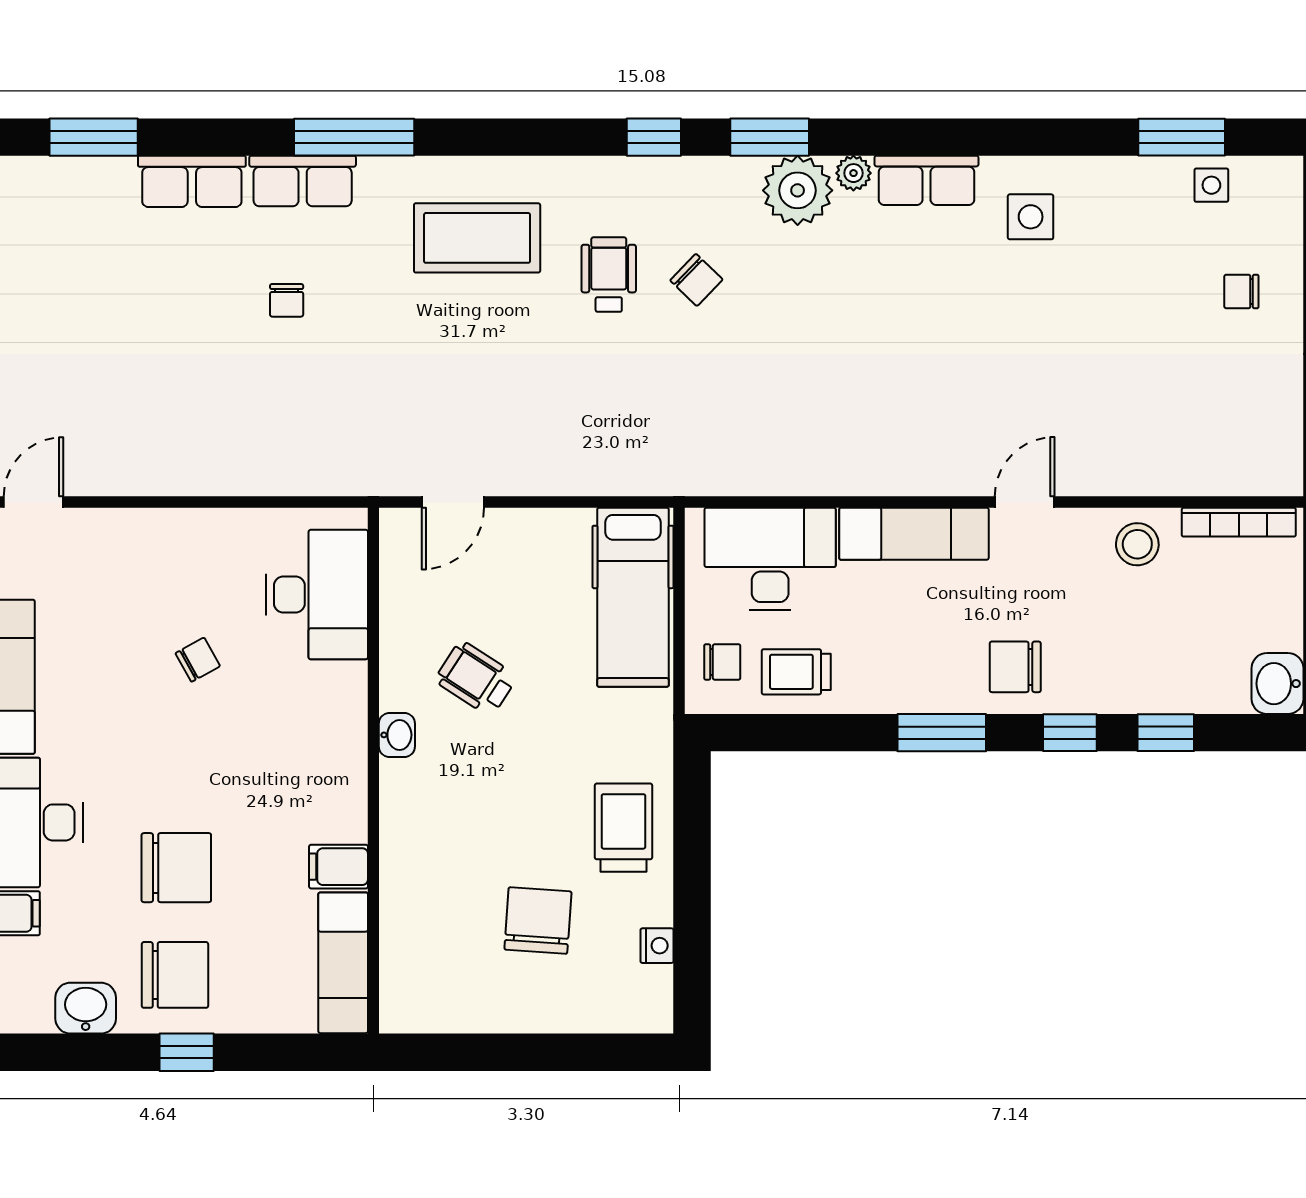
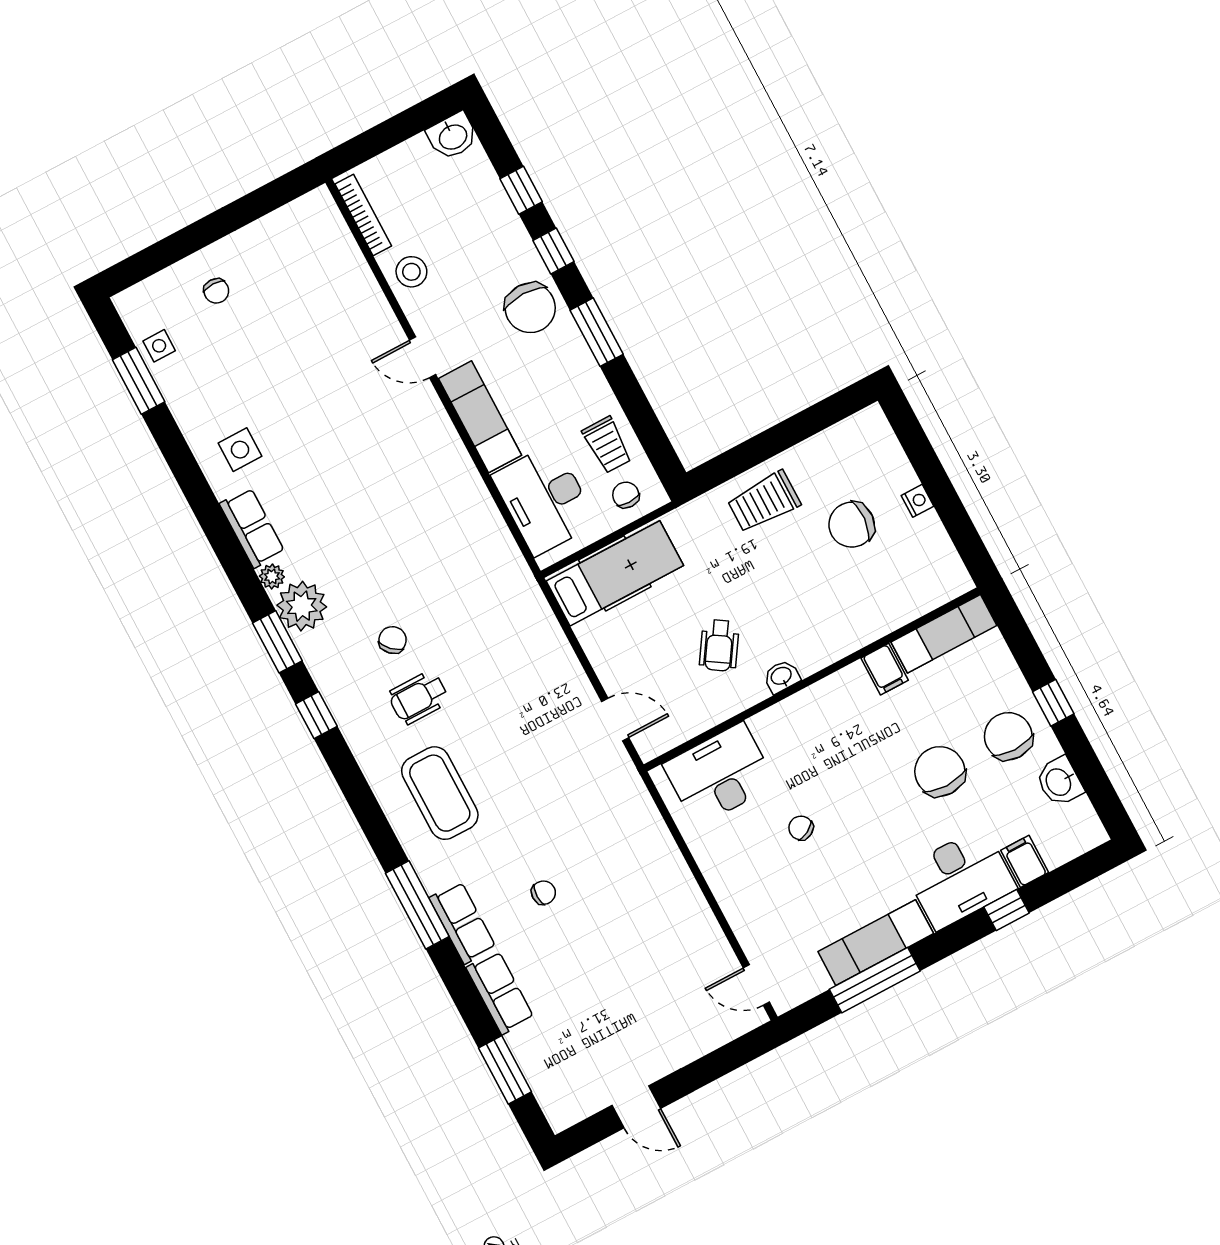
chair: (1015, 667) -> (530, 308), width x1.37, depth x1.37
nightstand: (657, 946) -> (917, 501), moved, turned 90

